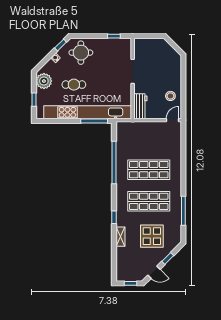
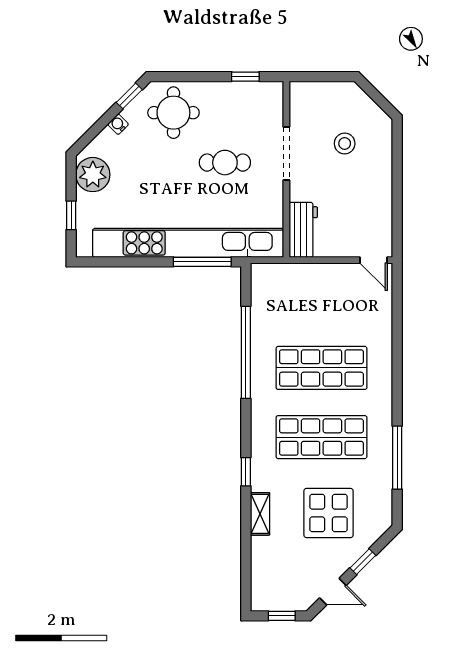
cafe table: (74, 85) -> (225, 163), moved
stool: (170, 96) -> (345, 143), moved
door: (173, 120) -> (373, 260), swing flipped

